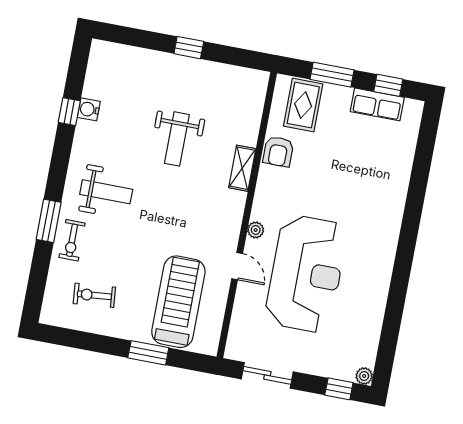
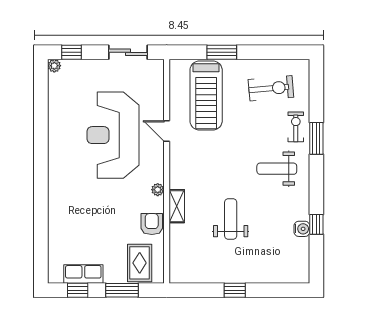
plant: (256, 230) -> (158, 190), moved
exercise bike: (94, 295) -> (271, 88), width x1.38, depth x1.39

